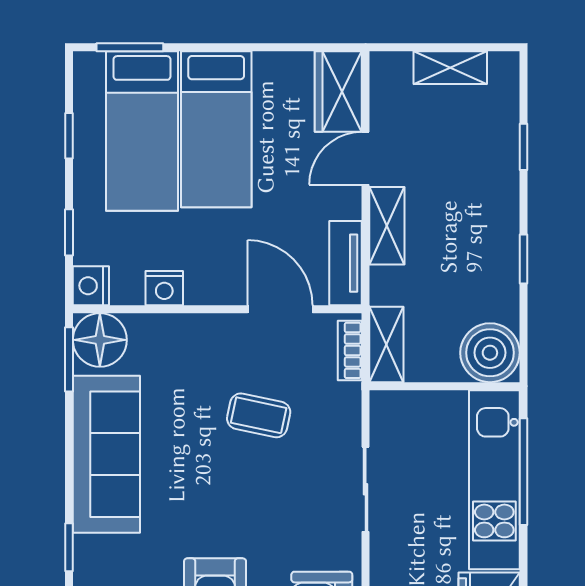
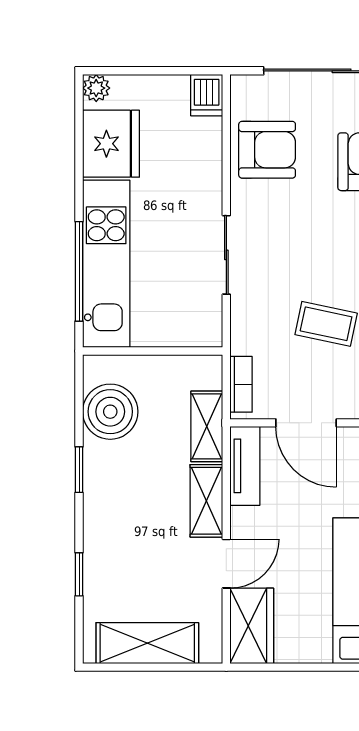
shelving: (450, 68) -> (147, 643), width x1.50, depth x1.33
shelving: (386, 345) -> (207, 426), moved
boiler: (490, 353) -> (110, 412), moved

